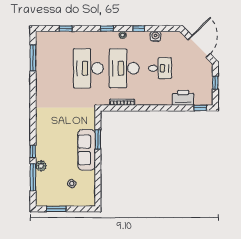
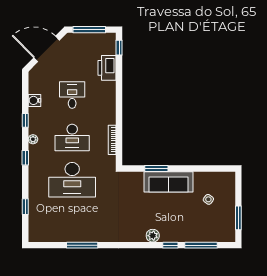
window: (33, 58) -> (82, 245), moved
desk: (124, 68) -> (72, 137), width x0.73, depth x0.77
window: (215, 83) -> (89, 30), width x2.17
plant: (41, 166) -> (153, 236), moved

